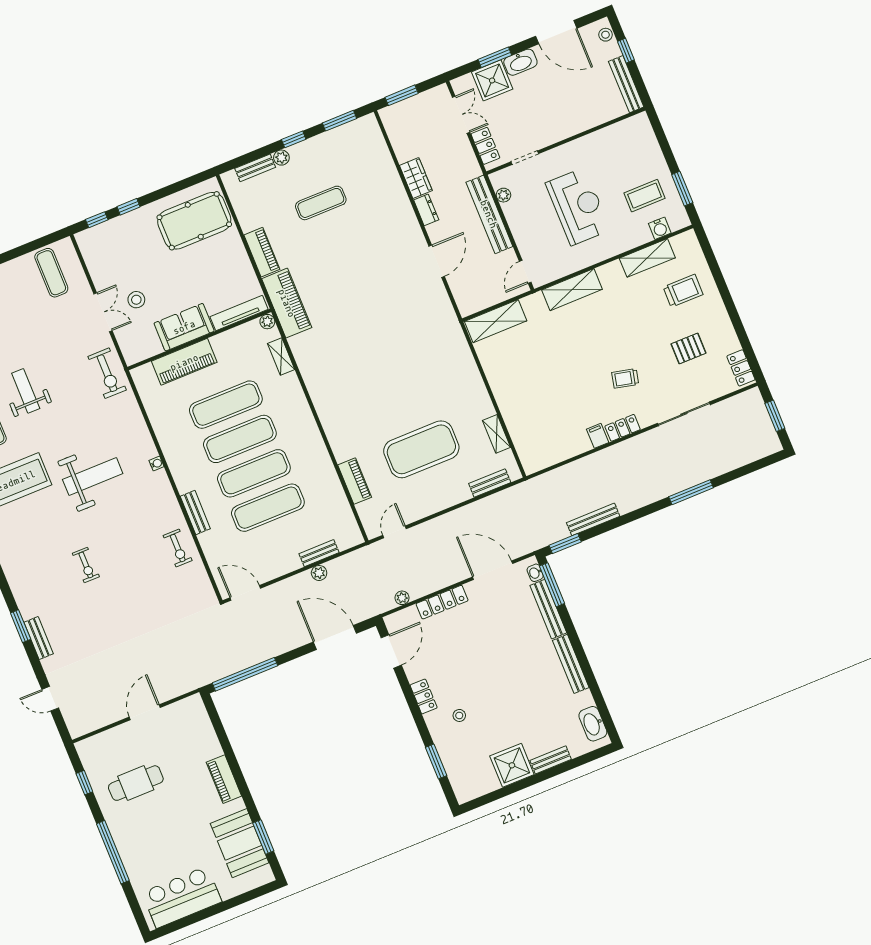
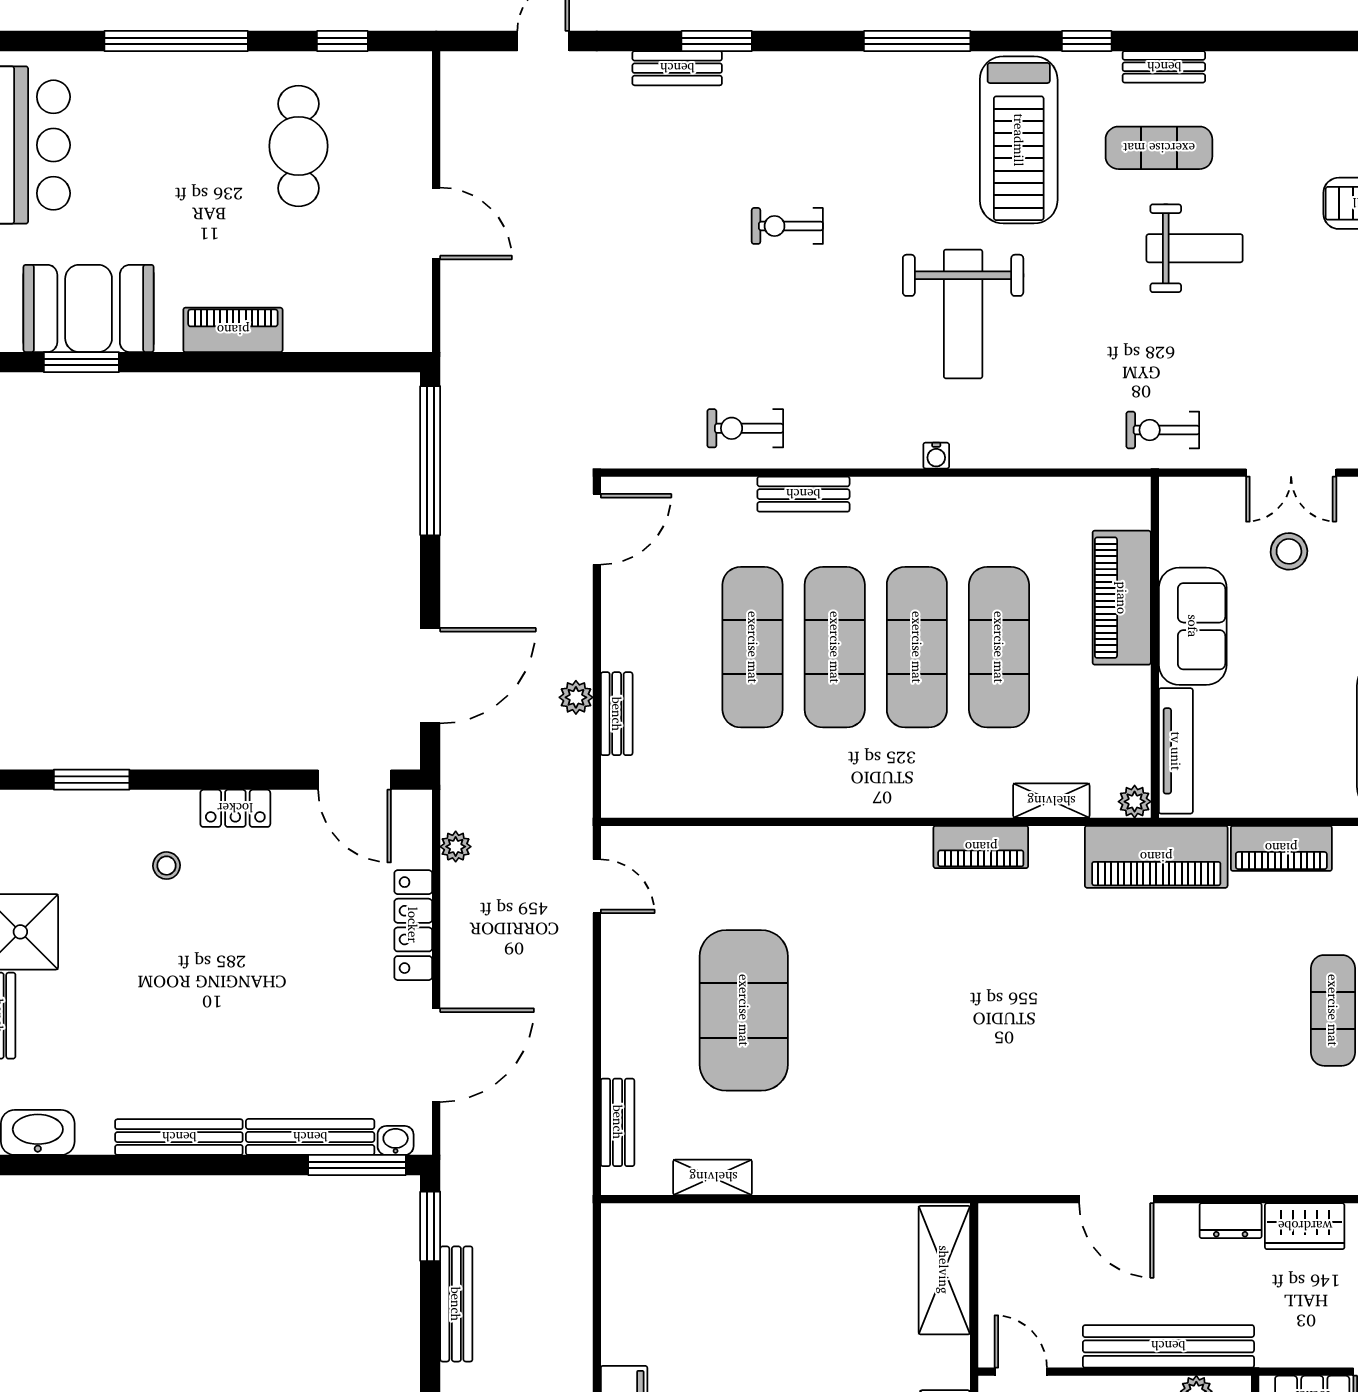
exercise bike: (107, 373) -> (1163, 430), width x0.73, depth x0.72
piano: (355, 481) -> (981, 847), moved

